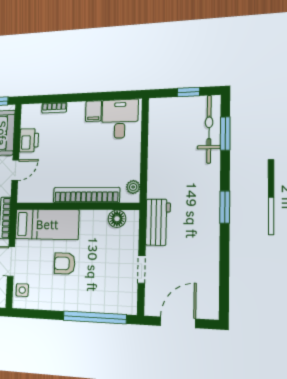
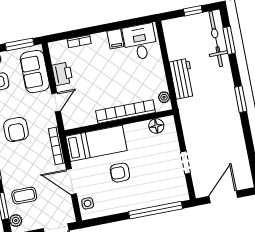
workbench: (158, 222) -> (182, 79), moved

